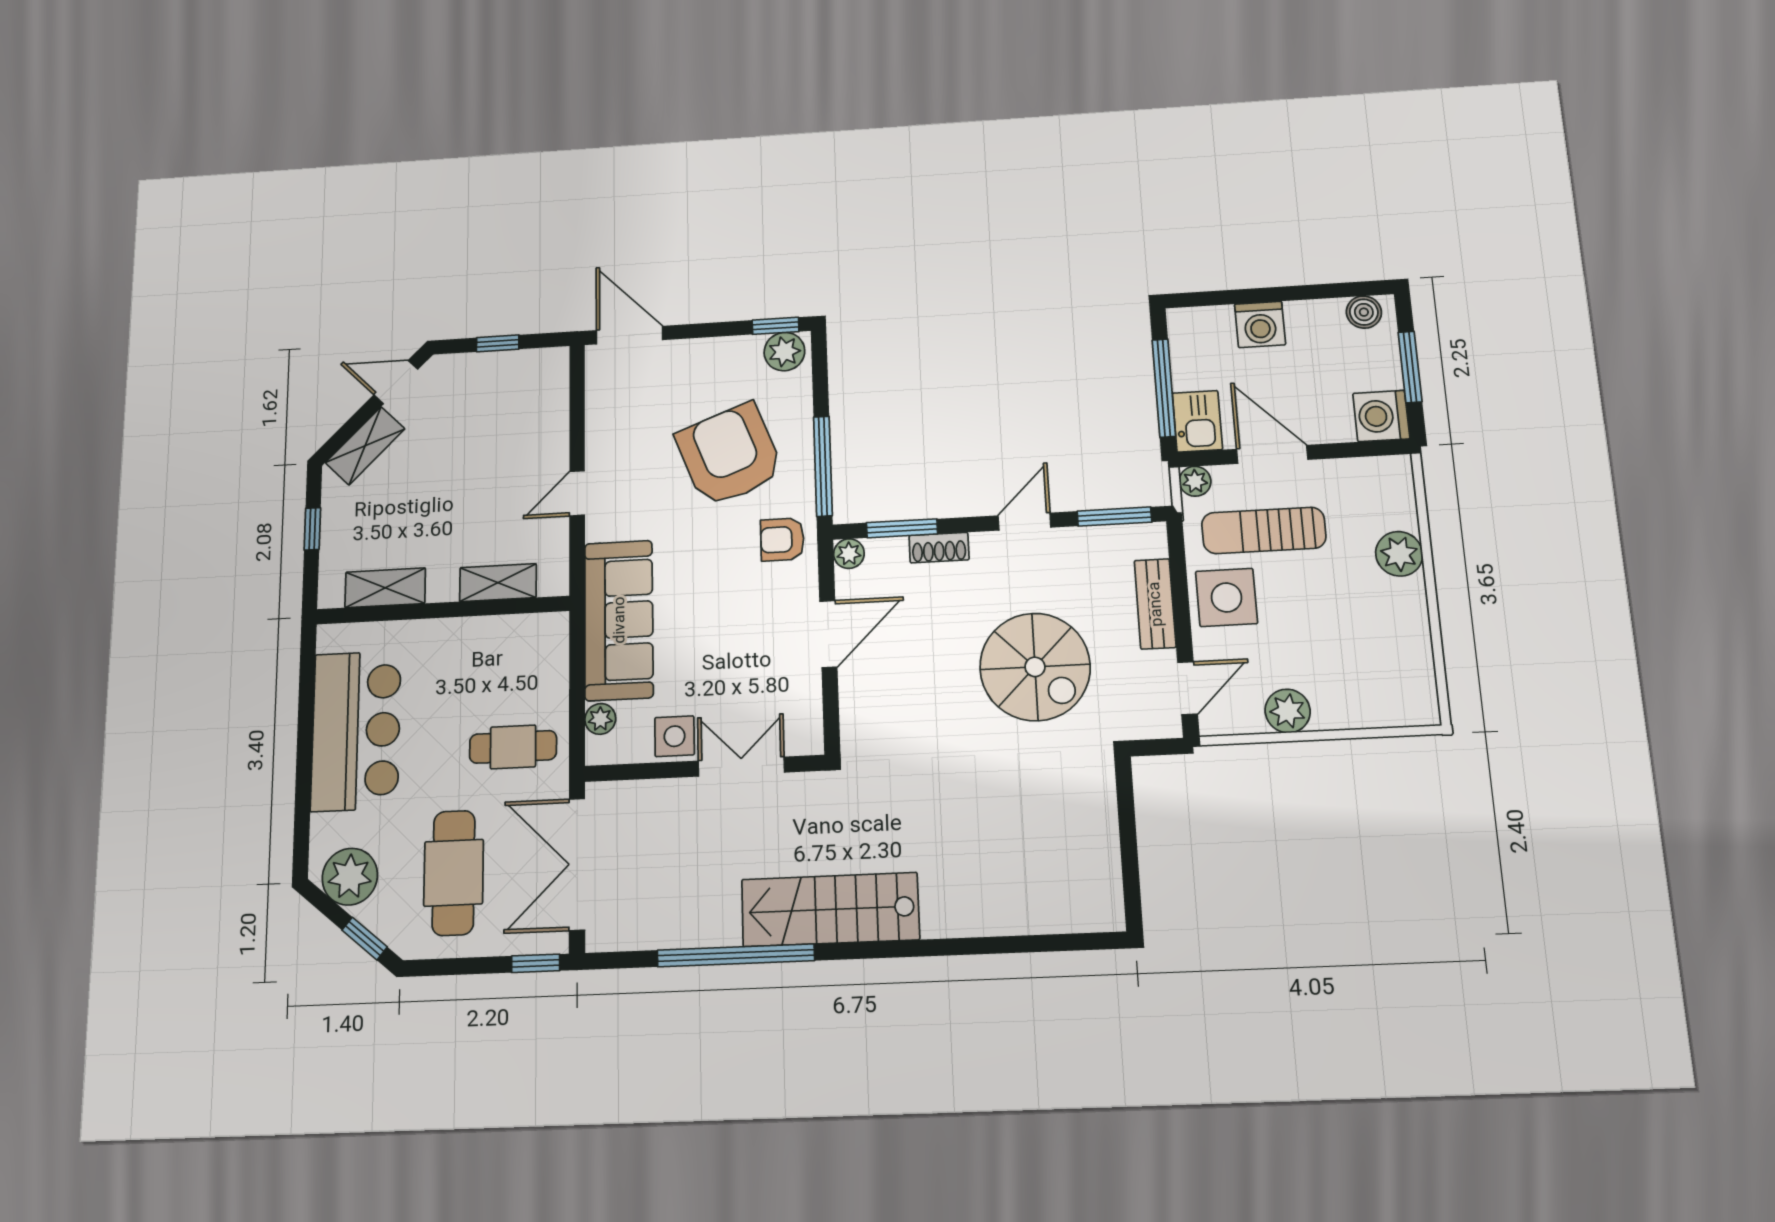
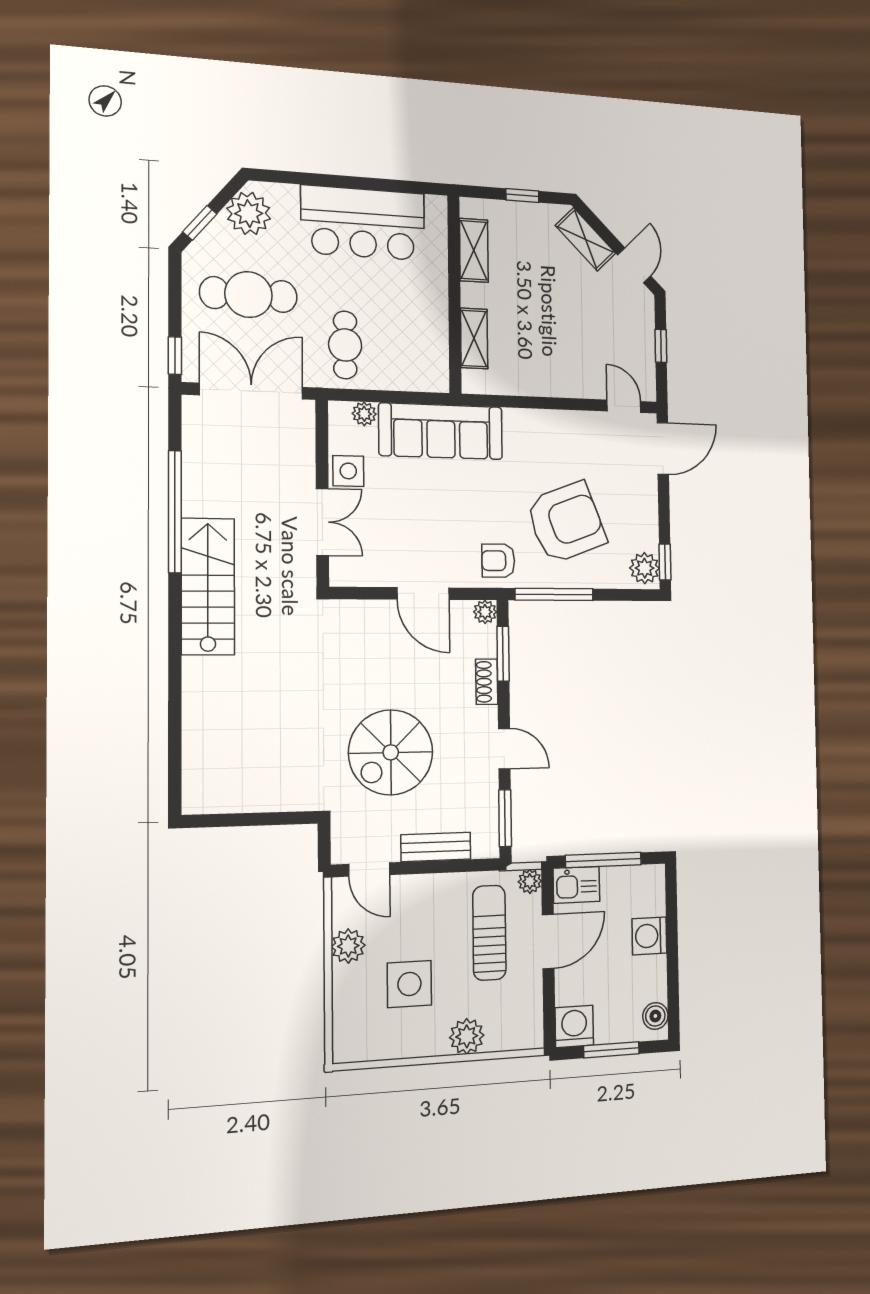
door: (577, 493) -> (624, 406), moved
armchair: (782, 539) -> (498, 561), turned -90
side table: (1227, 597) -> (409, 984), moved

